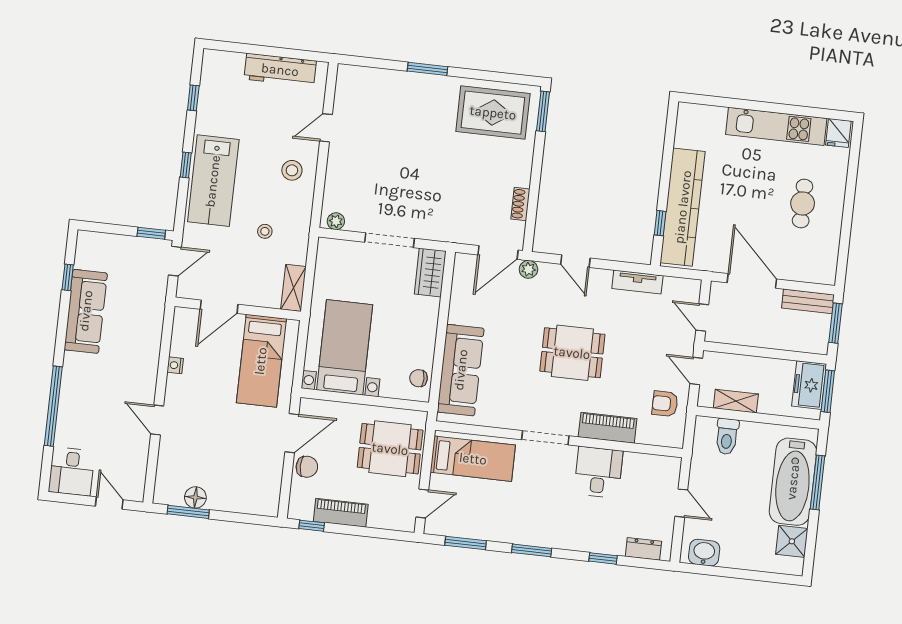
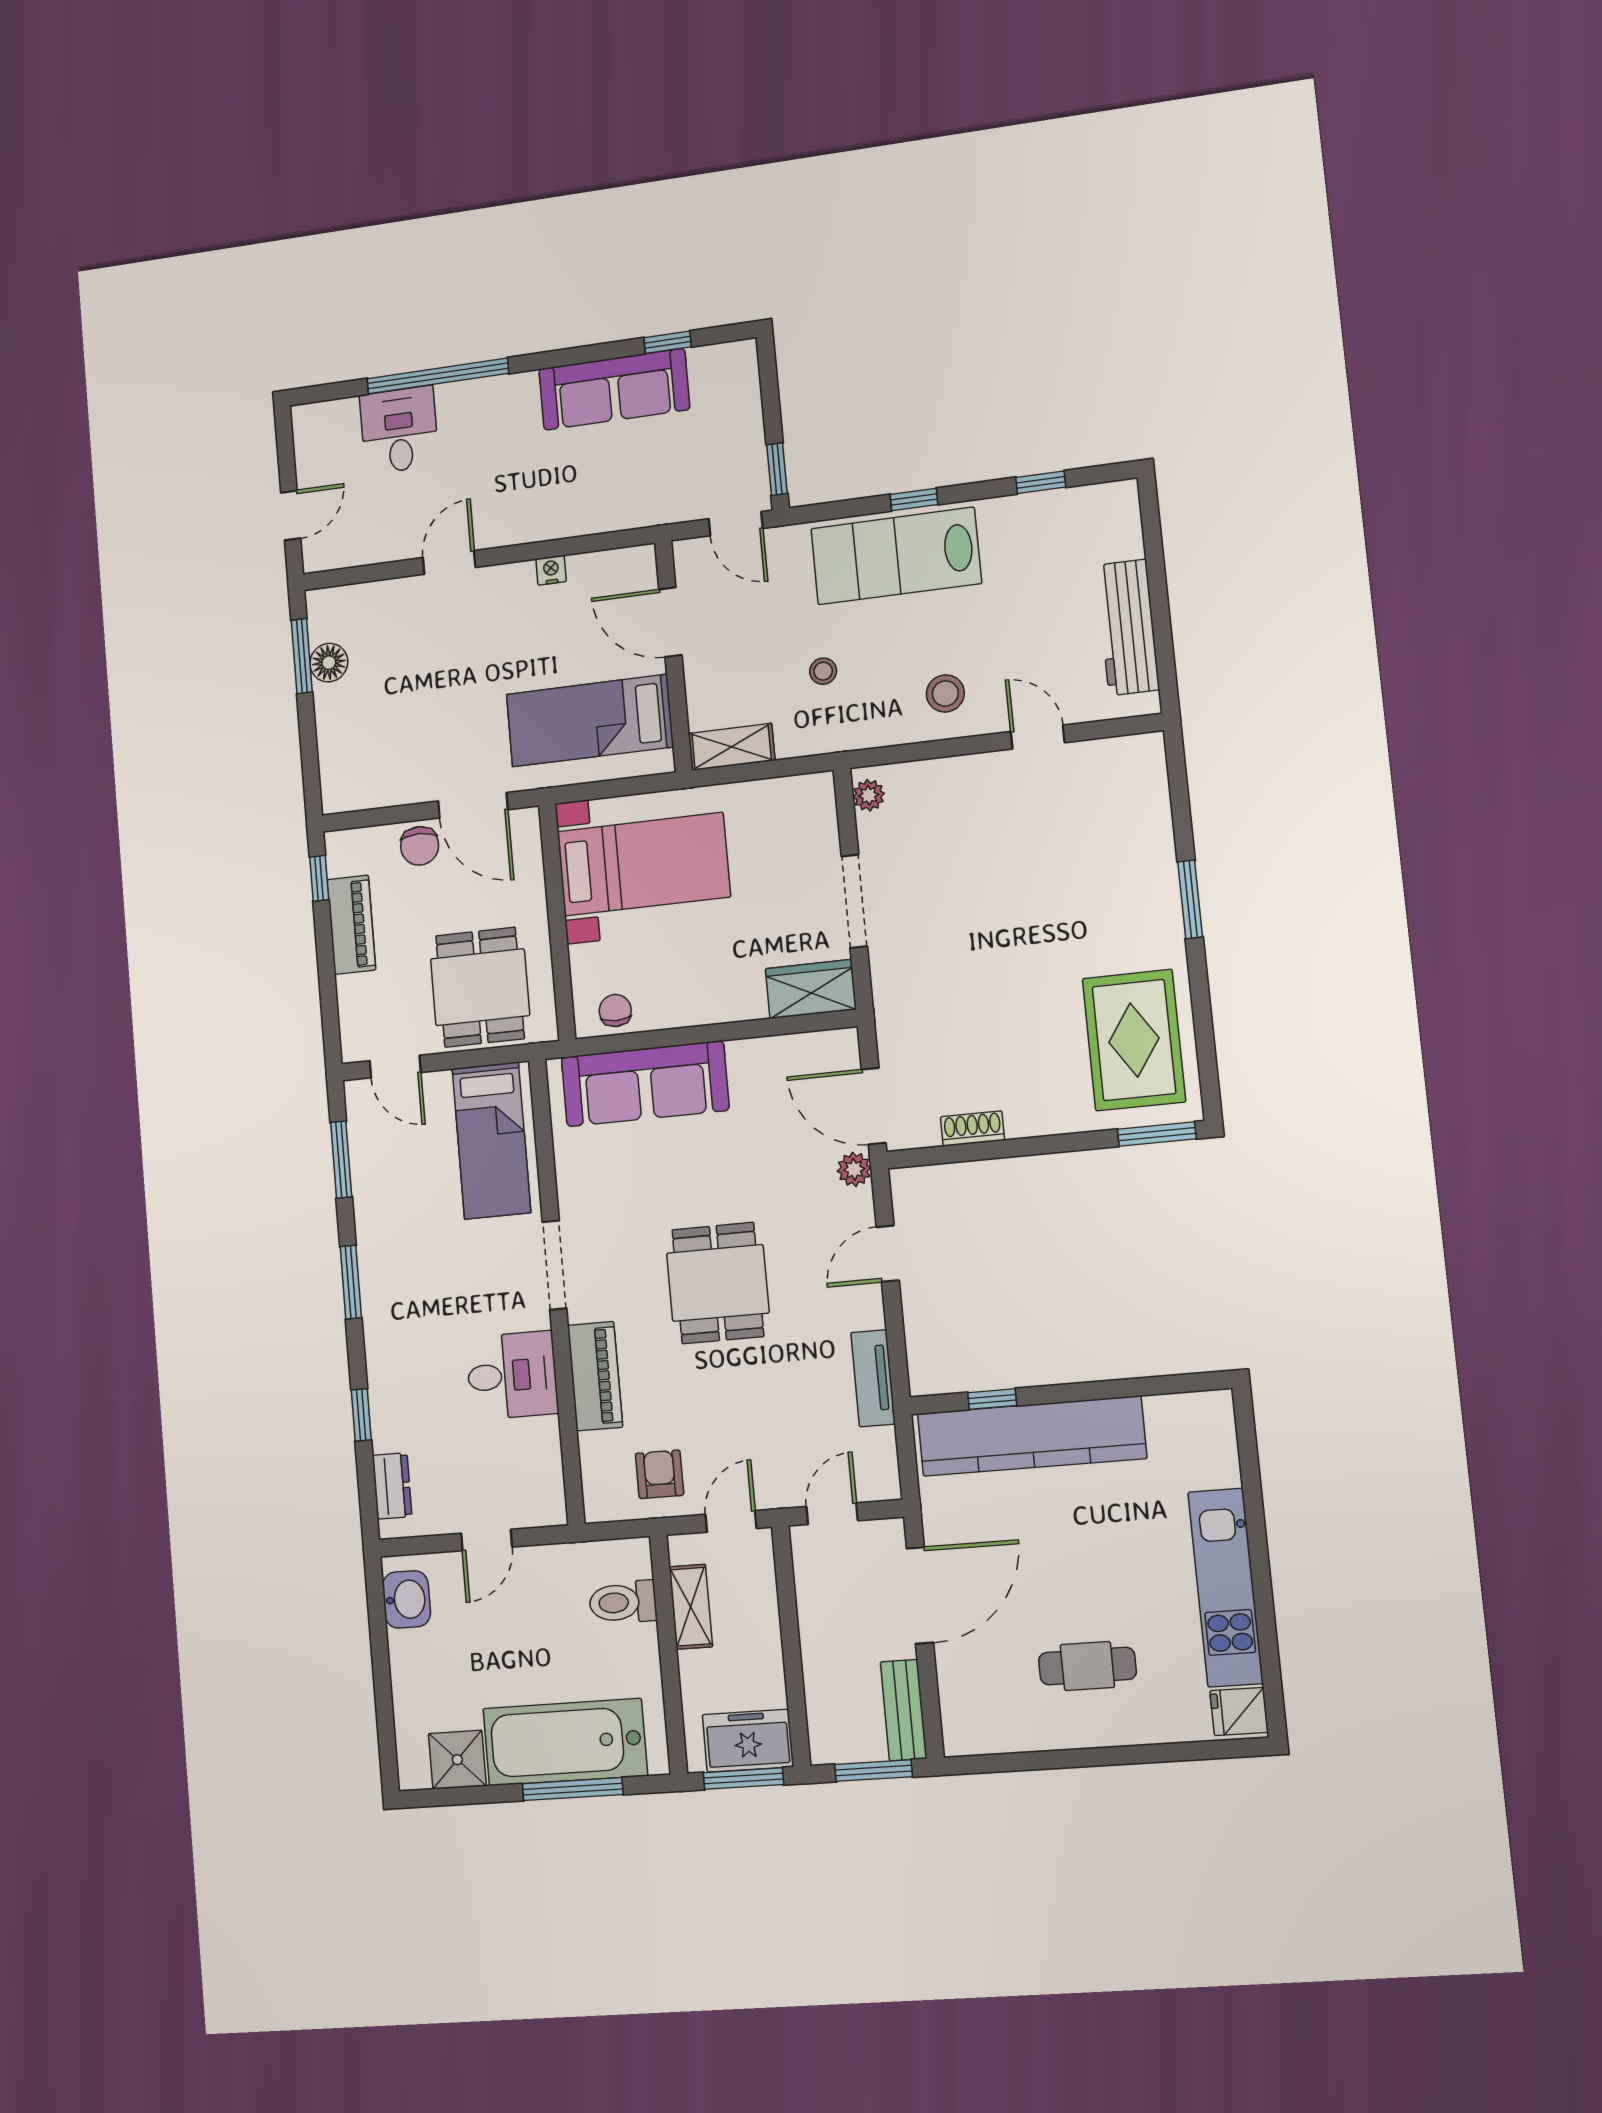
desk: (72, 472) -> (399, 430), moved, turned 90

